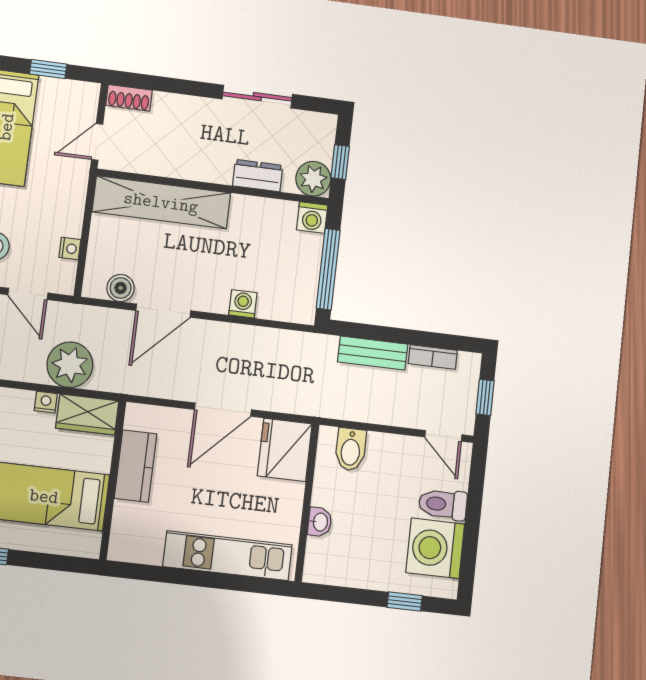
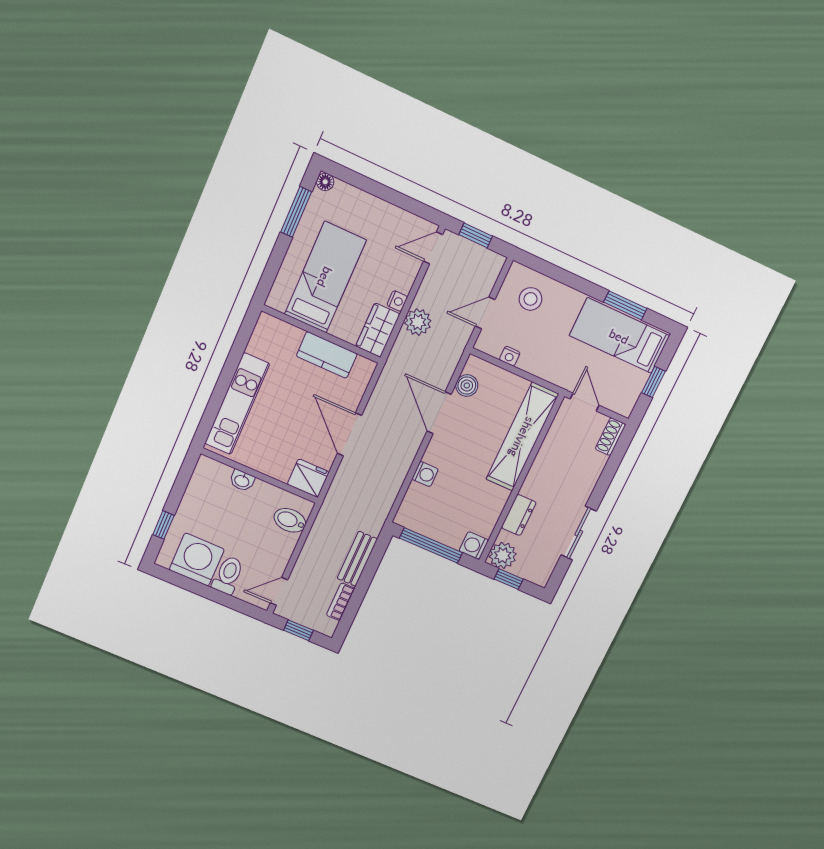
plant: (70, 365) -> (418, 322), width x0.73, depth x0.73
fridge: (285, 450) -> (308, 478), width x0.73, depth x0.75

